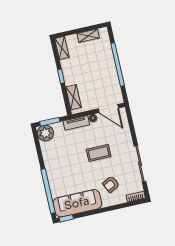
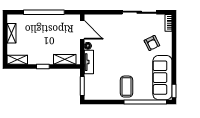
door: (108, 108) -> (82, 30), hinge flipped
plant: (45, 133) -> (92, 92), removed
coffee table: (99, 153) -> (127, 87), moved

